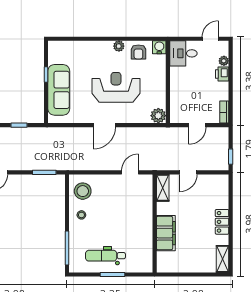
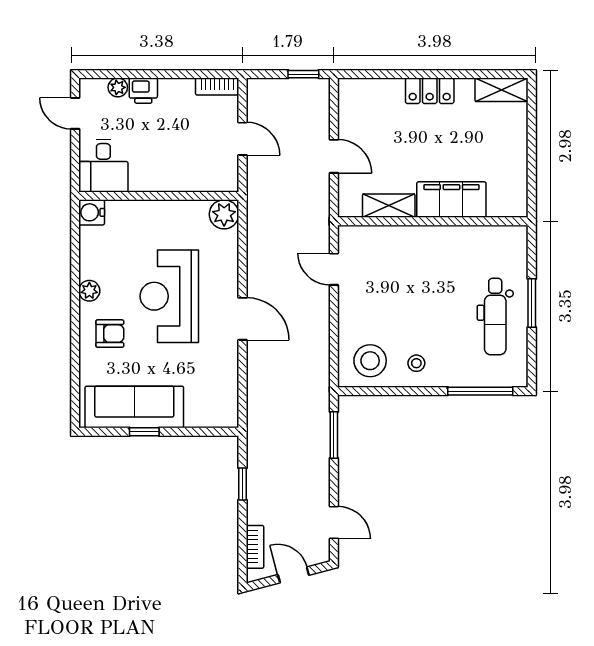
armchair: (138, 52) -> (110, 334), moved
sofa: (59, 90) -> (134, 407), moved
shelving: (163, 188) -> (389, 206), moved

